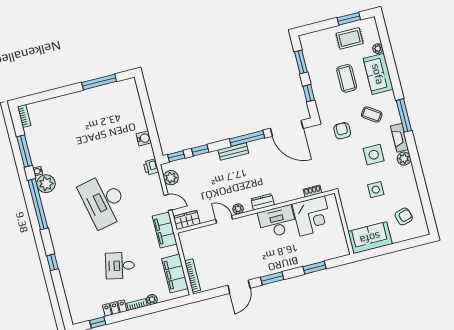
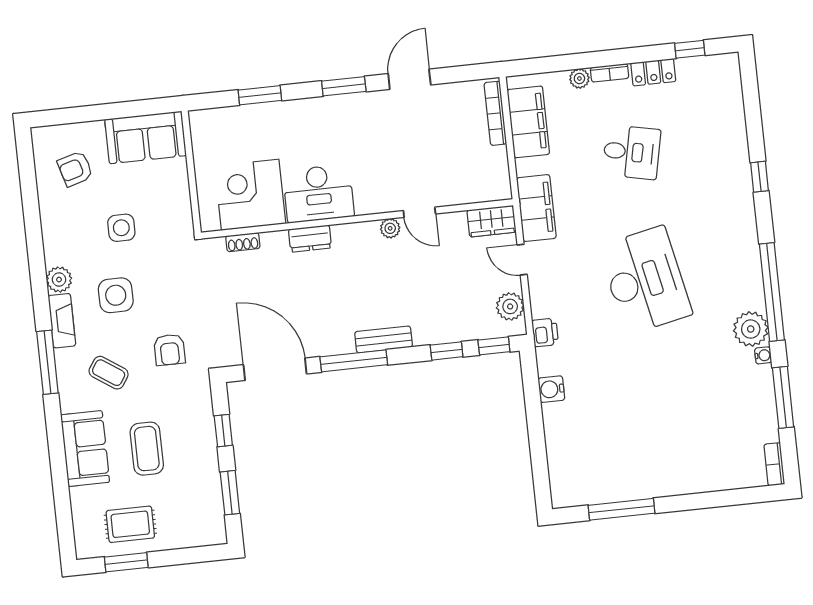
plant: (378, 49) -> (79, 497), removed
dresser: (263, 202) -> (310, 239), moved

